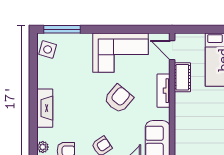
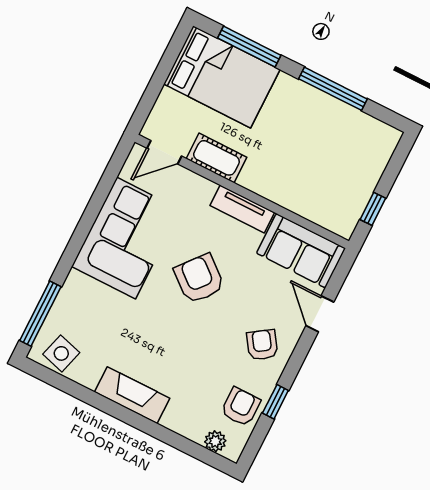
tv unit: (164, 91) -> (242, 209), moved
fireplace: (45, 108) -> (132, 395), moved

